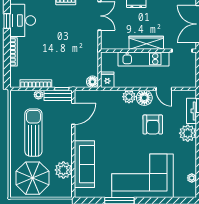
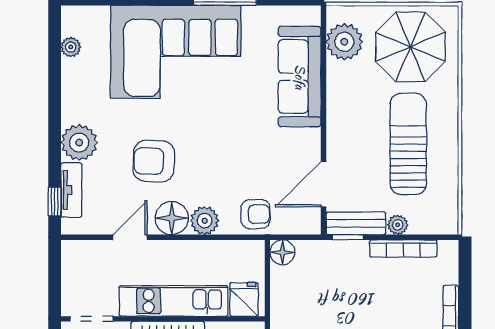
fridge: (107, 80) -> (244, 299), moved, turned 180
door: (164, 89) -> (130, 237), hinge flipped
armchair: (105, 100) -> (255, 214), added
armchair: (153, 124) -> (154, 161), turned -88
sun lounger: (33, 133) -> (408, 144), turned 180
plant: (63, 170) -> (344, 42), moved

